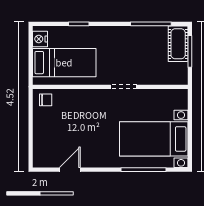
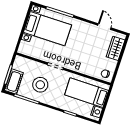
stool: (137, 52) -> (40, 85), added
wardrobe: (43, 143) -> (116, 48), added
door: (70, 170) -> (104, 27), swing flipped

